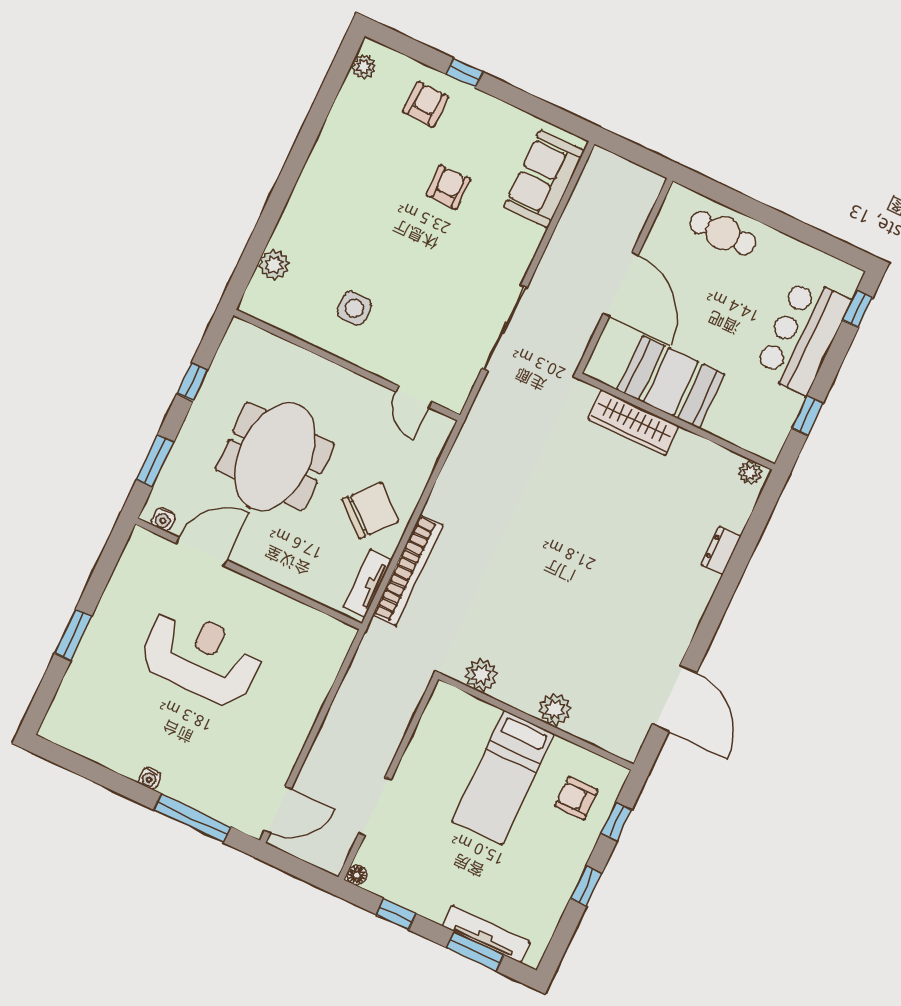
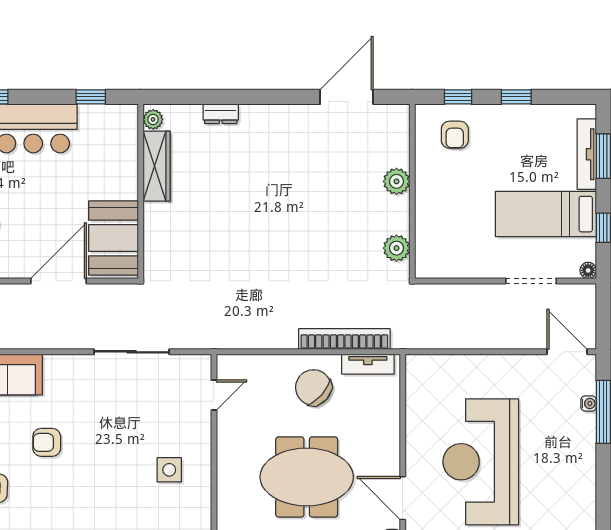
booth: (671, 382) -> (114, 238), moved
wardrobe: (633, 423) -> (157, 166), moved
reception desk: (201, 657) -> (481, 462), width x1.36, depth x1.30
water cooler: (150, 778) -> (589, 403), moved
bed: (503, 778) -> (546, 214), moved, turned 180

